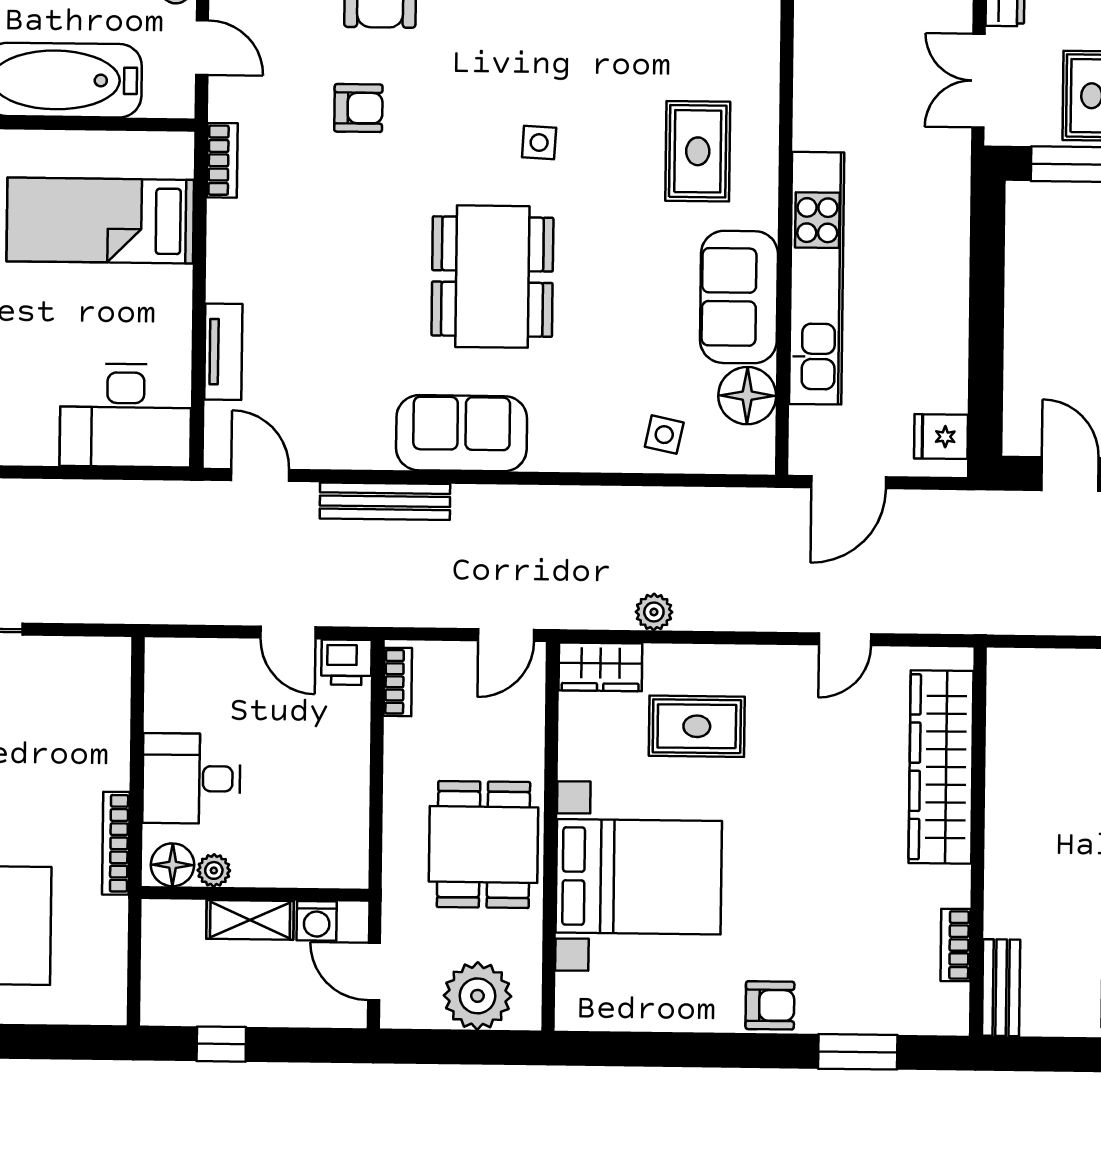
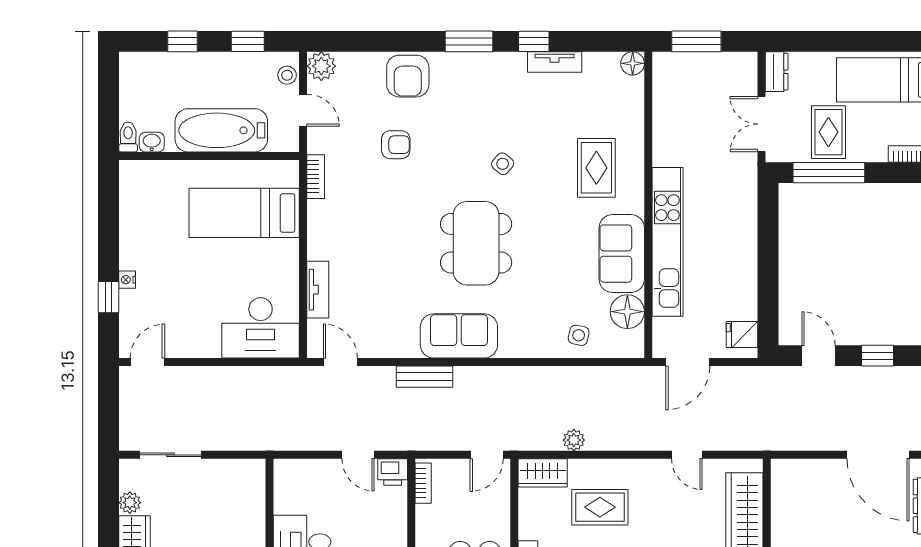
side table: (539, 143) -> (503, 164), turned 37
bench: (385, 501) -> (424, 377), width x0.73
door: (845, 639) -> (687, 455), hinge flipped

